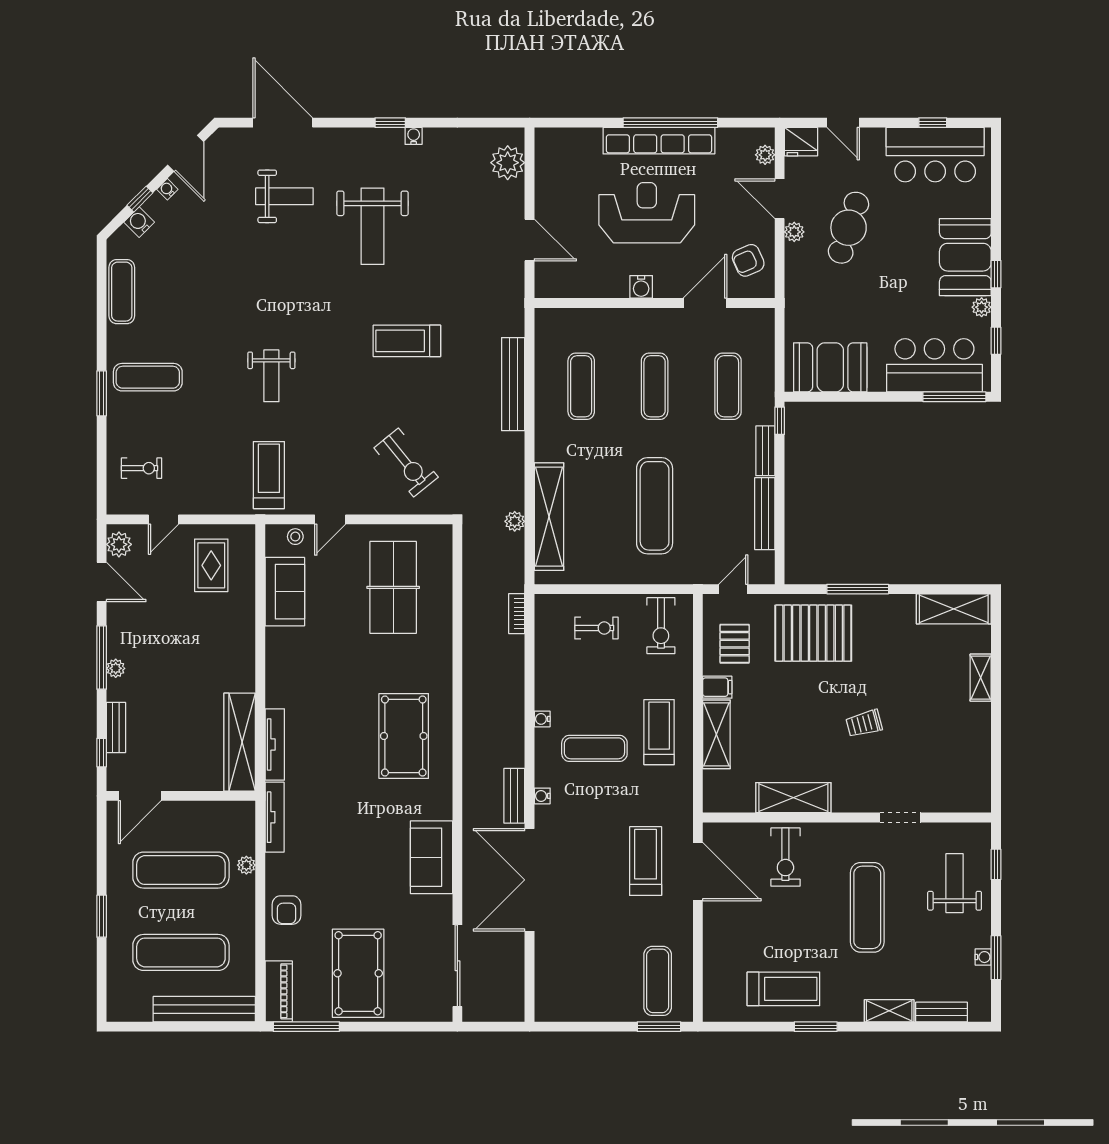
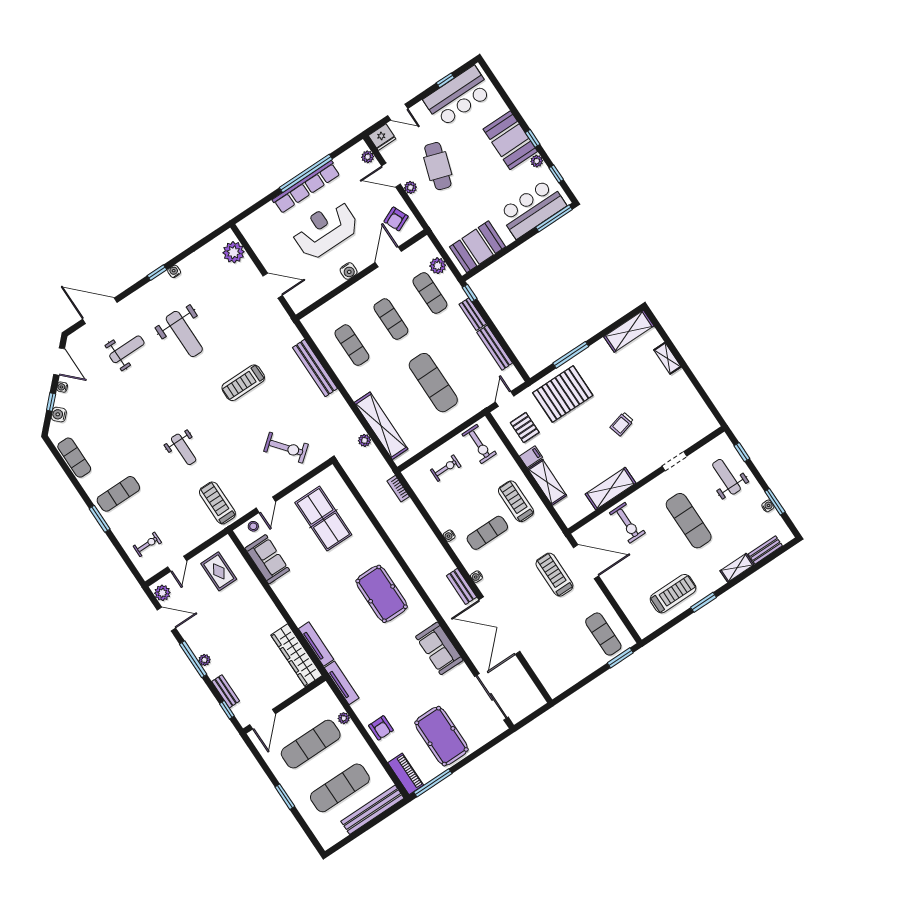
plant: (762, 357) -> (438, 266), added

